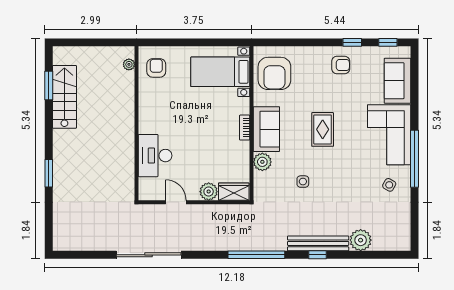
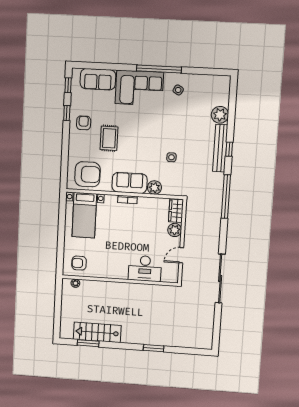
rug: (323, 129) -> (109, 138), moved, turned 90

